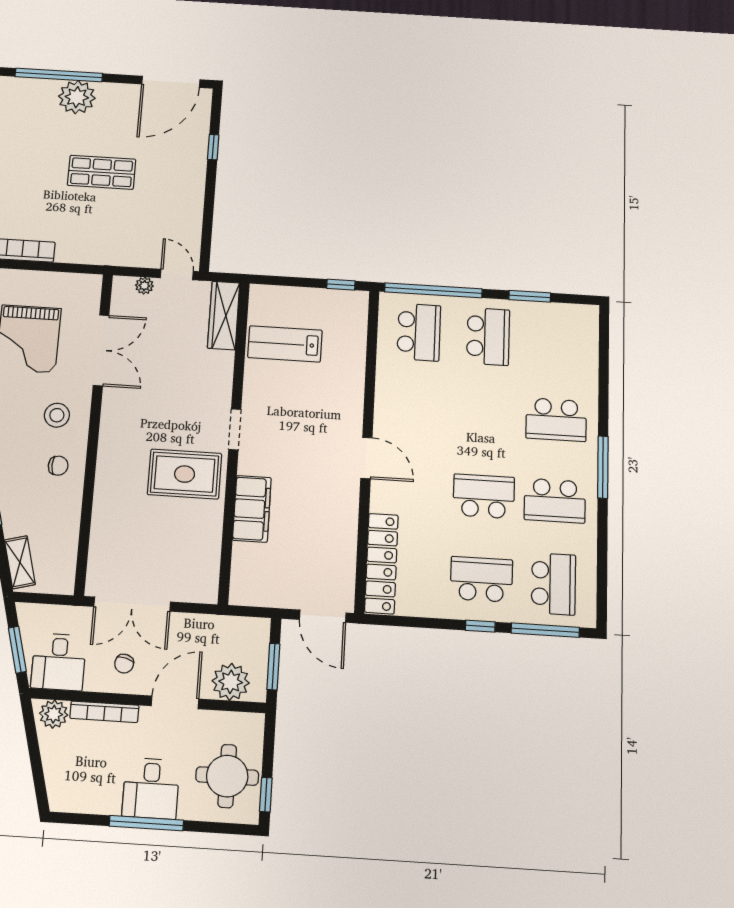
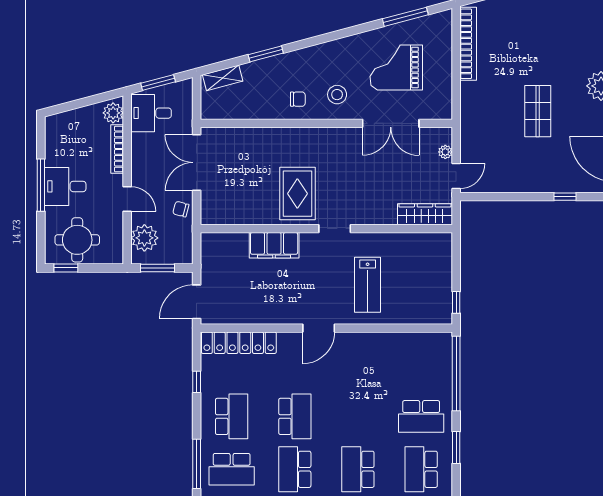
school desk: (419, 332) -> (421, 469), moved, turned 90
lab bench: (285, 344) -> (368, 285), moved, turned 180
chair: (58, 466) -> (298, 99), turned -90
window: (480, 626) -> (197, 382), moved
chair: (124, 664) -> (181, 209), moved
door: (175, 702) -> (127, 199), width x0.73

